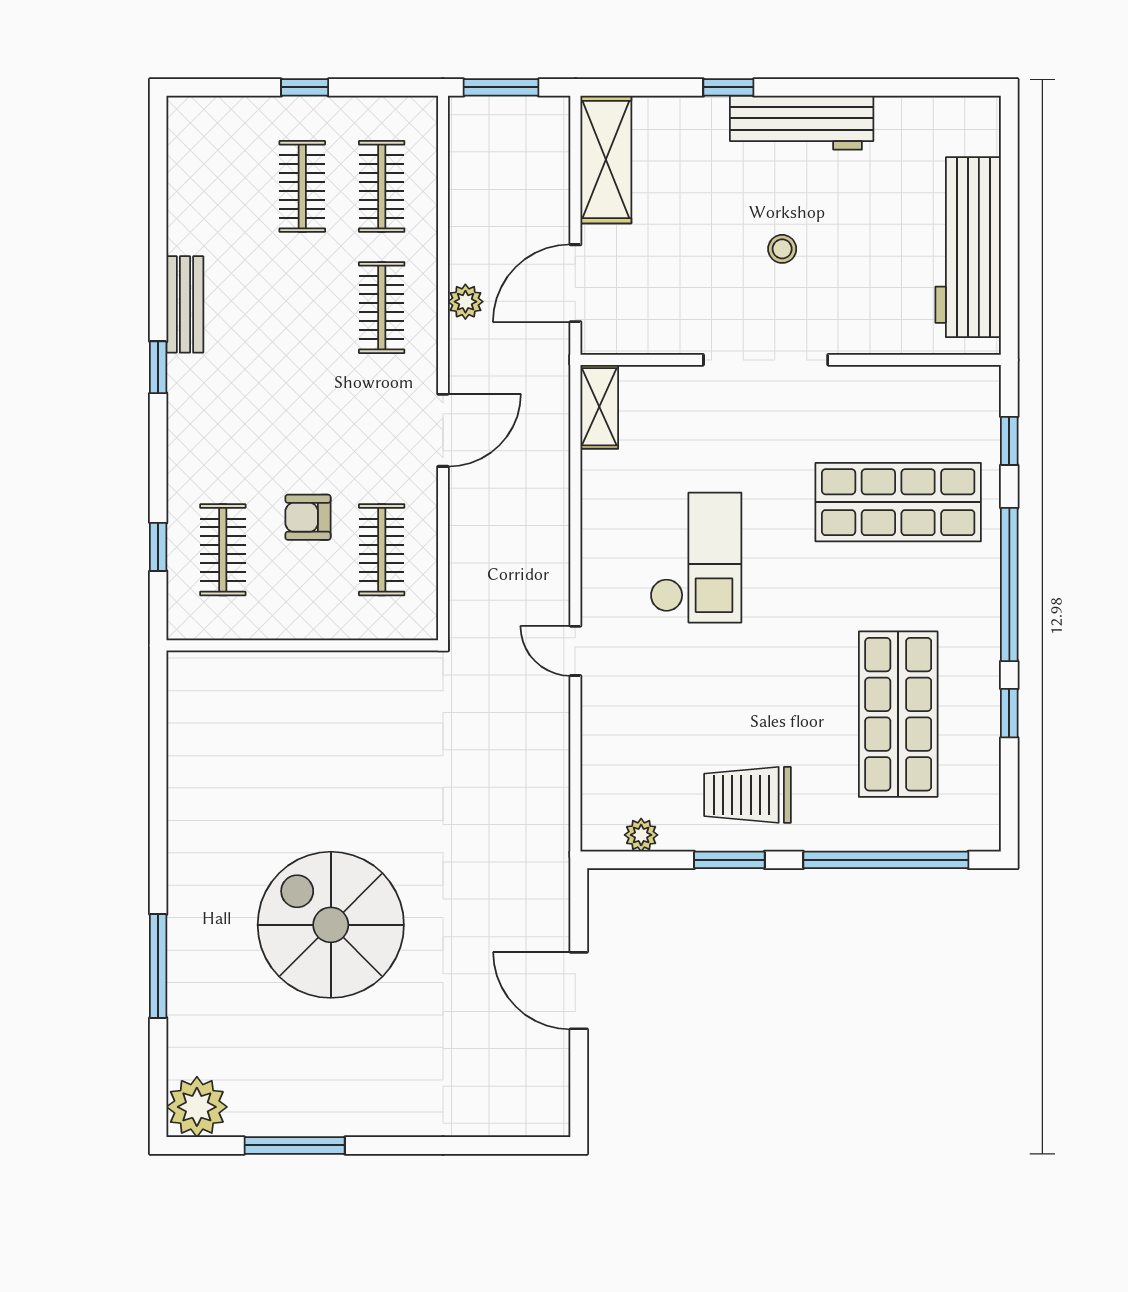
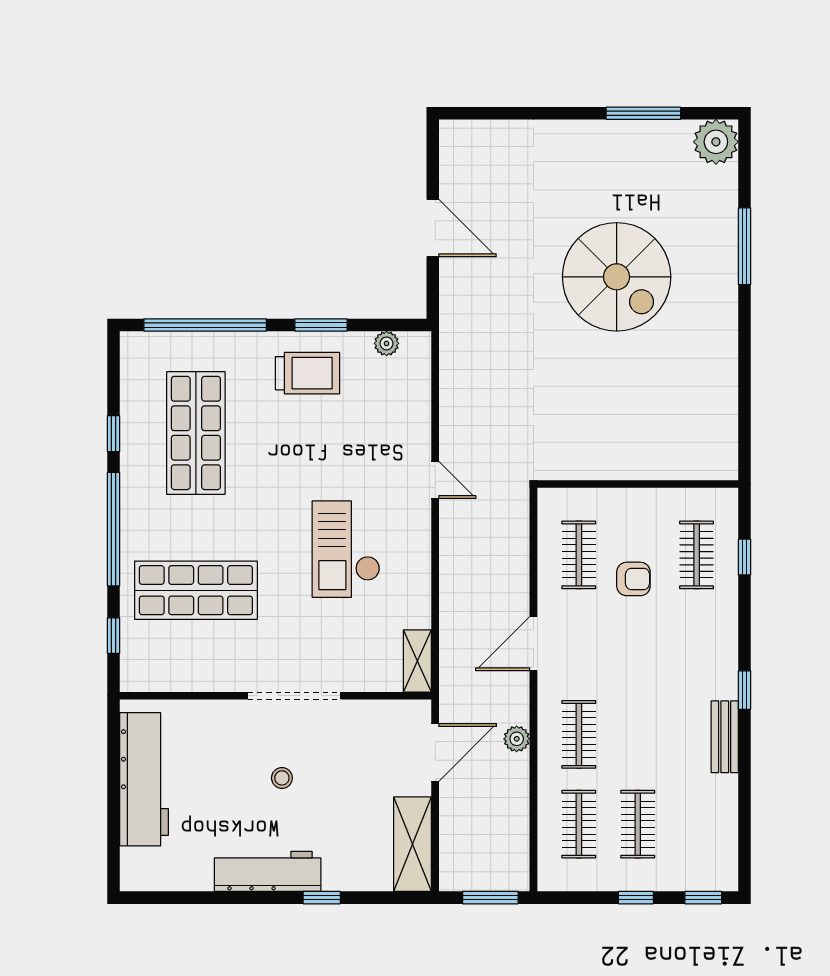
window: (214, 87) -> (703, 898), added

